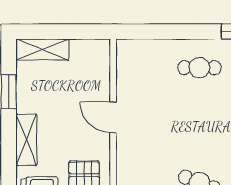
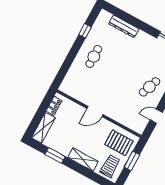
locker: (87, 47) -> (54, 106), added

